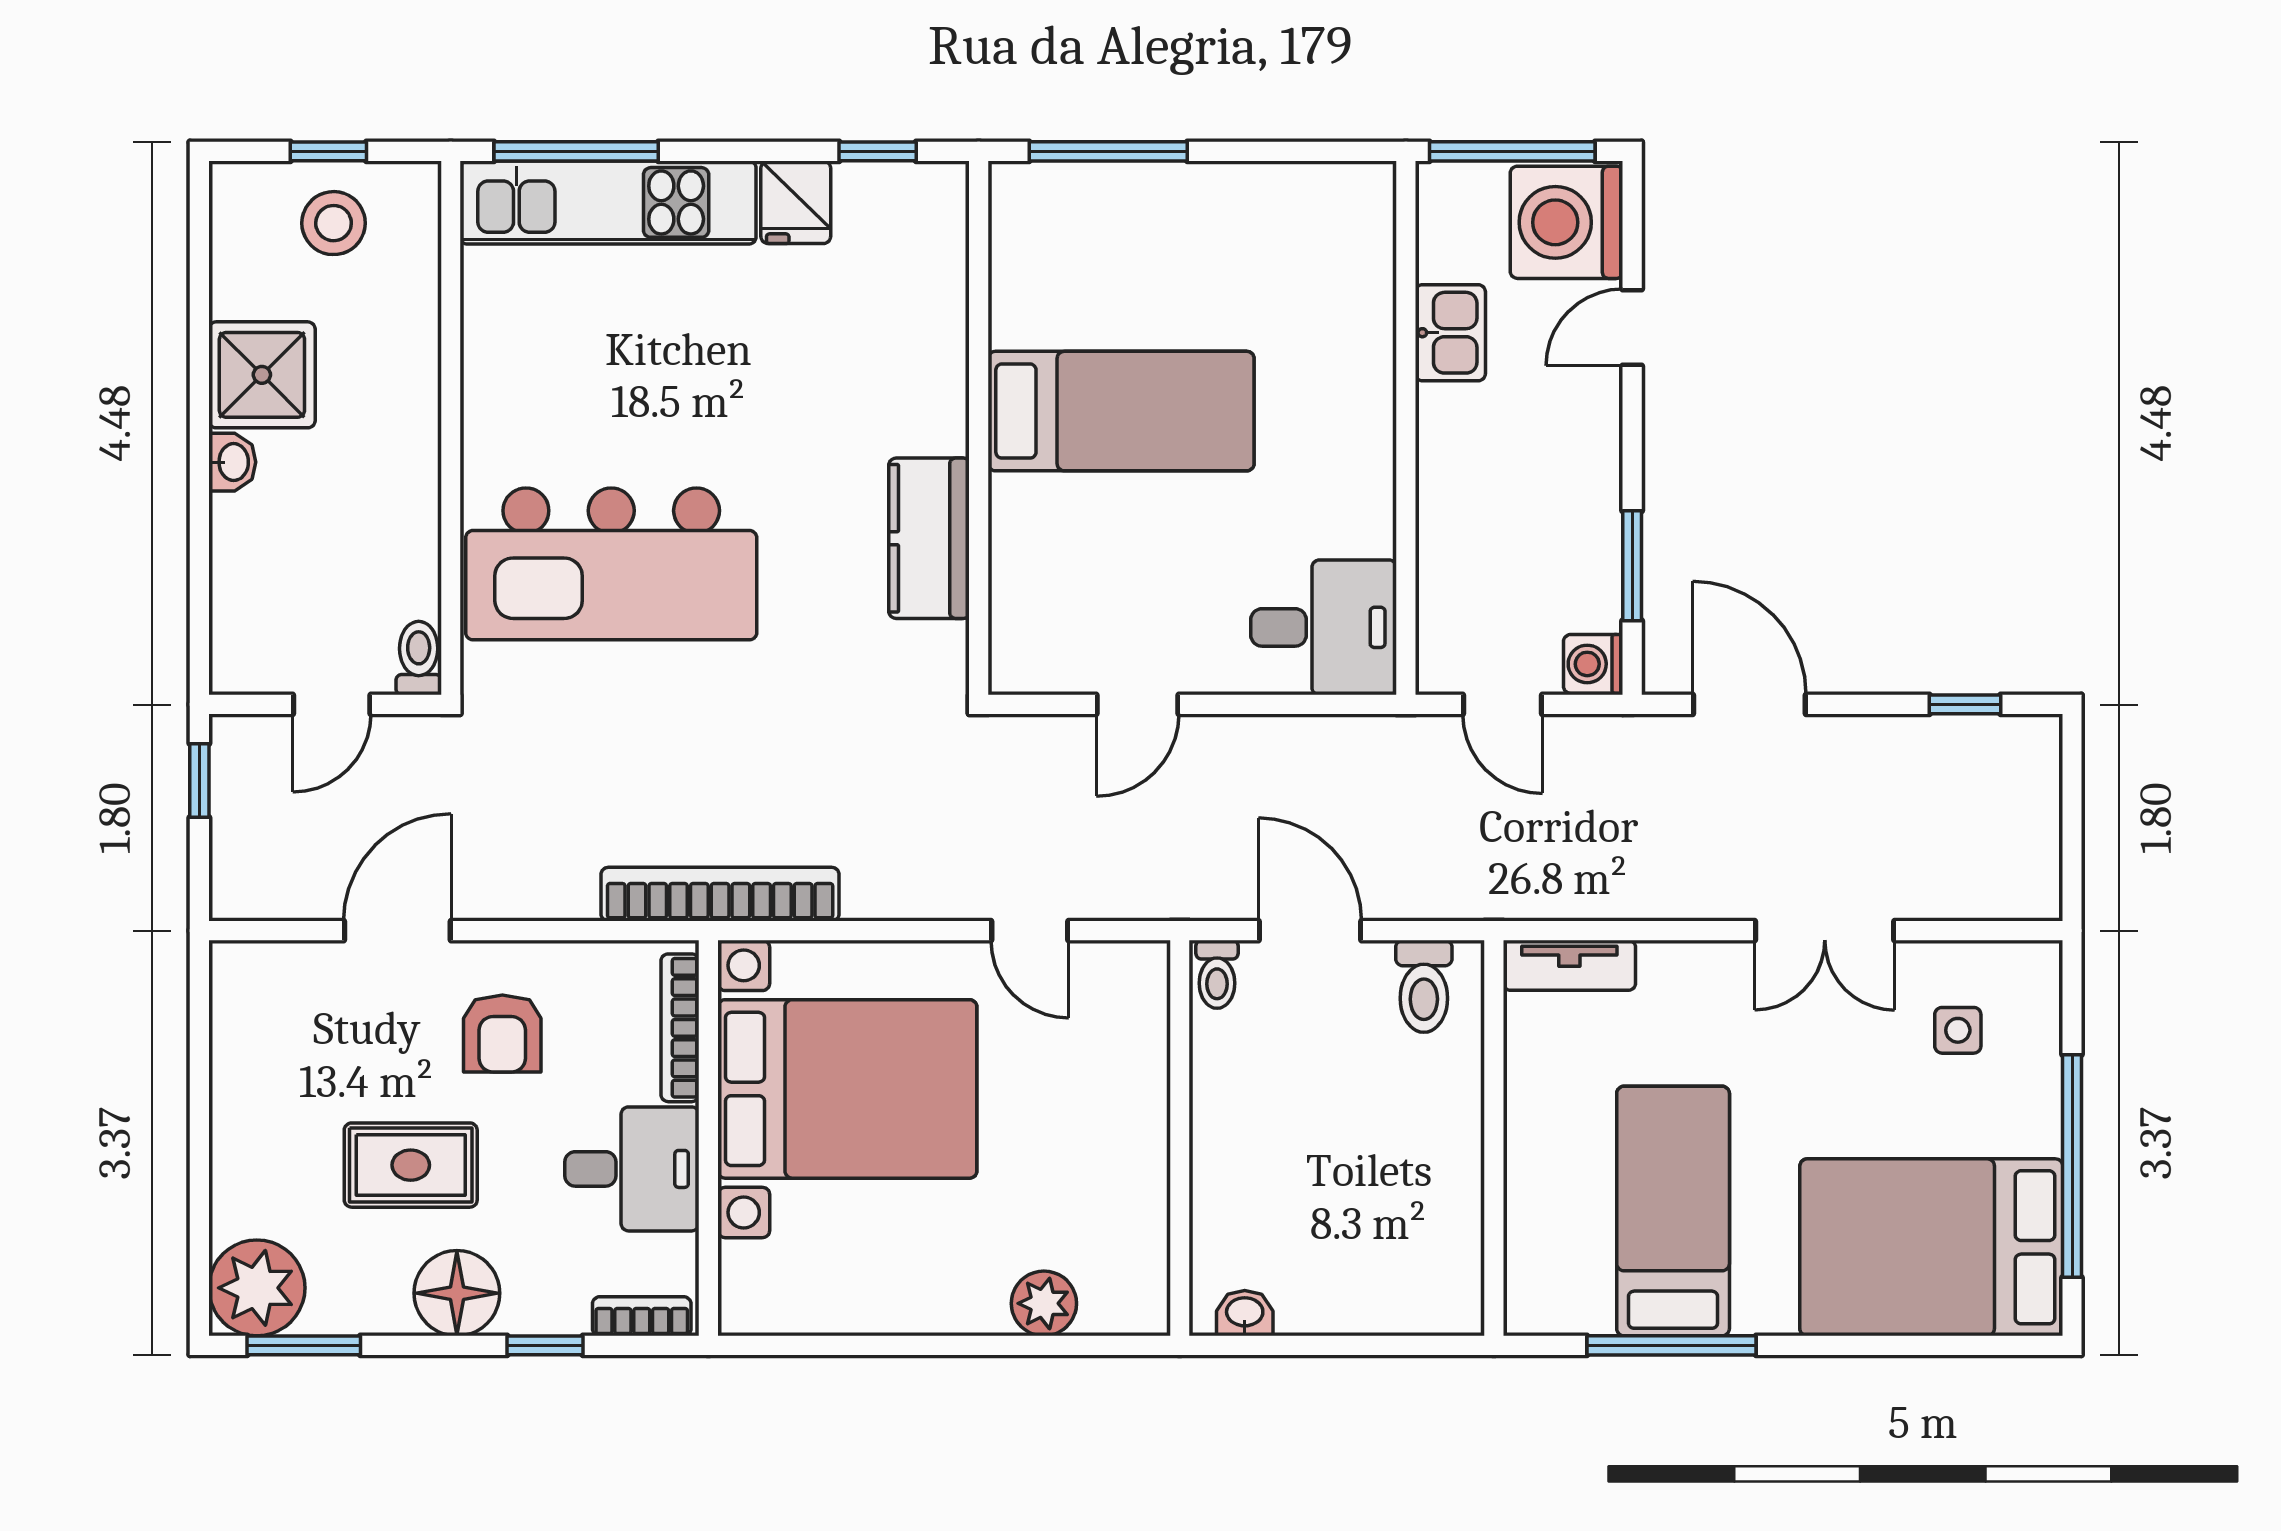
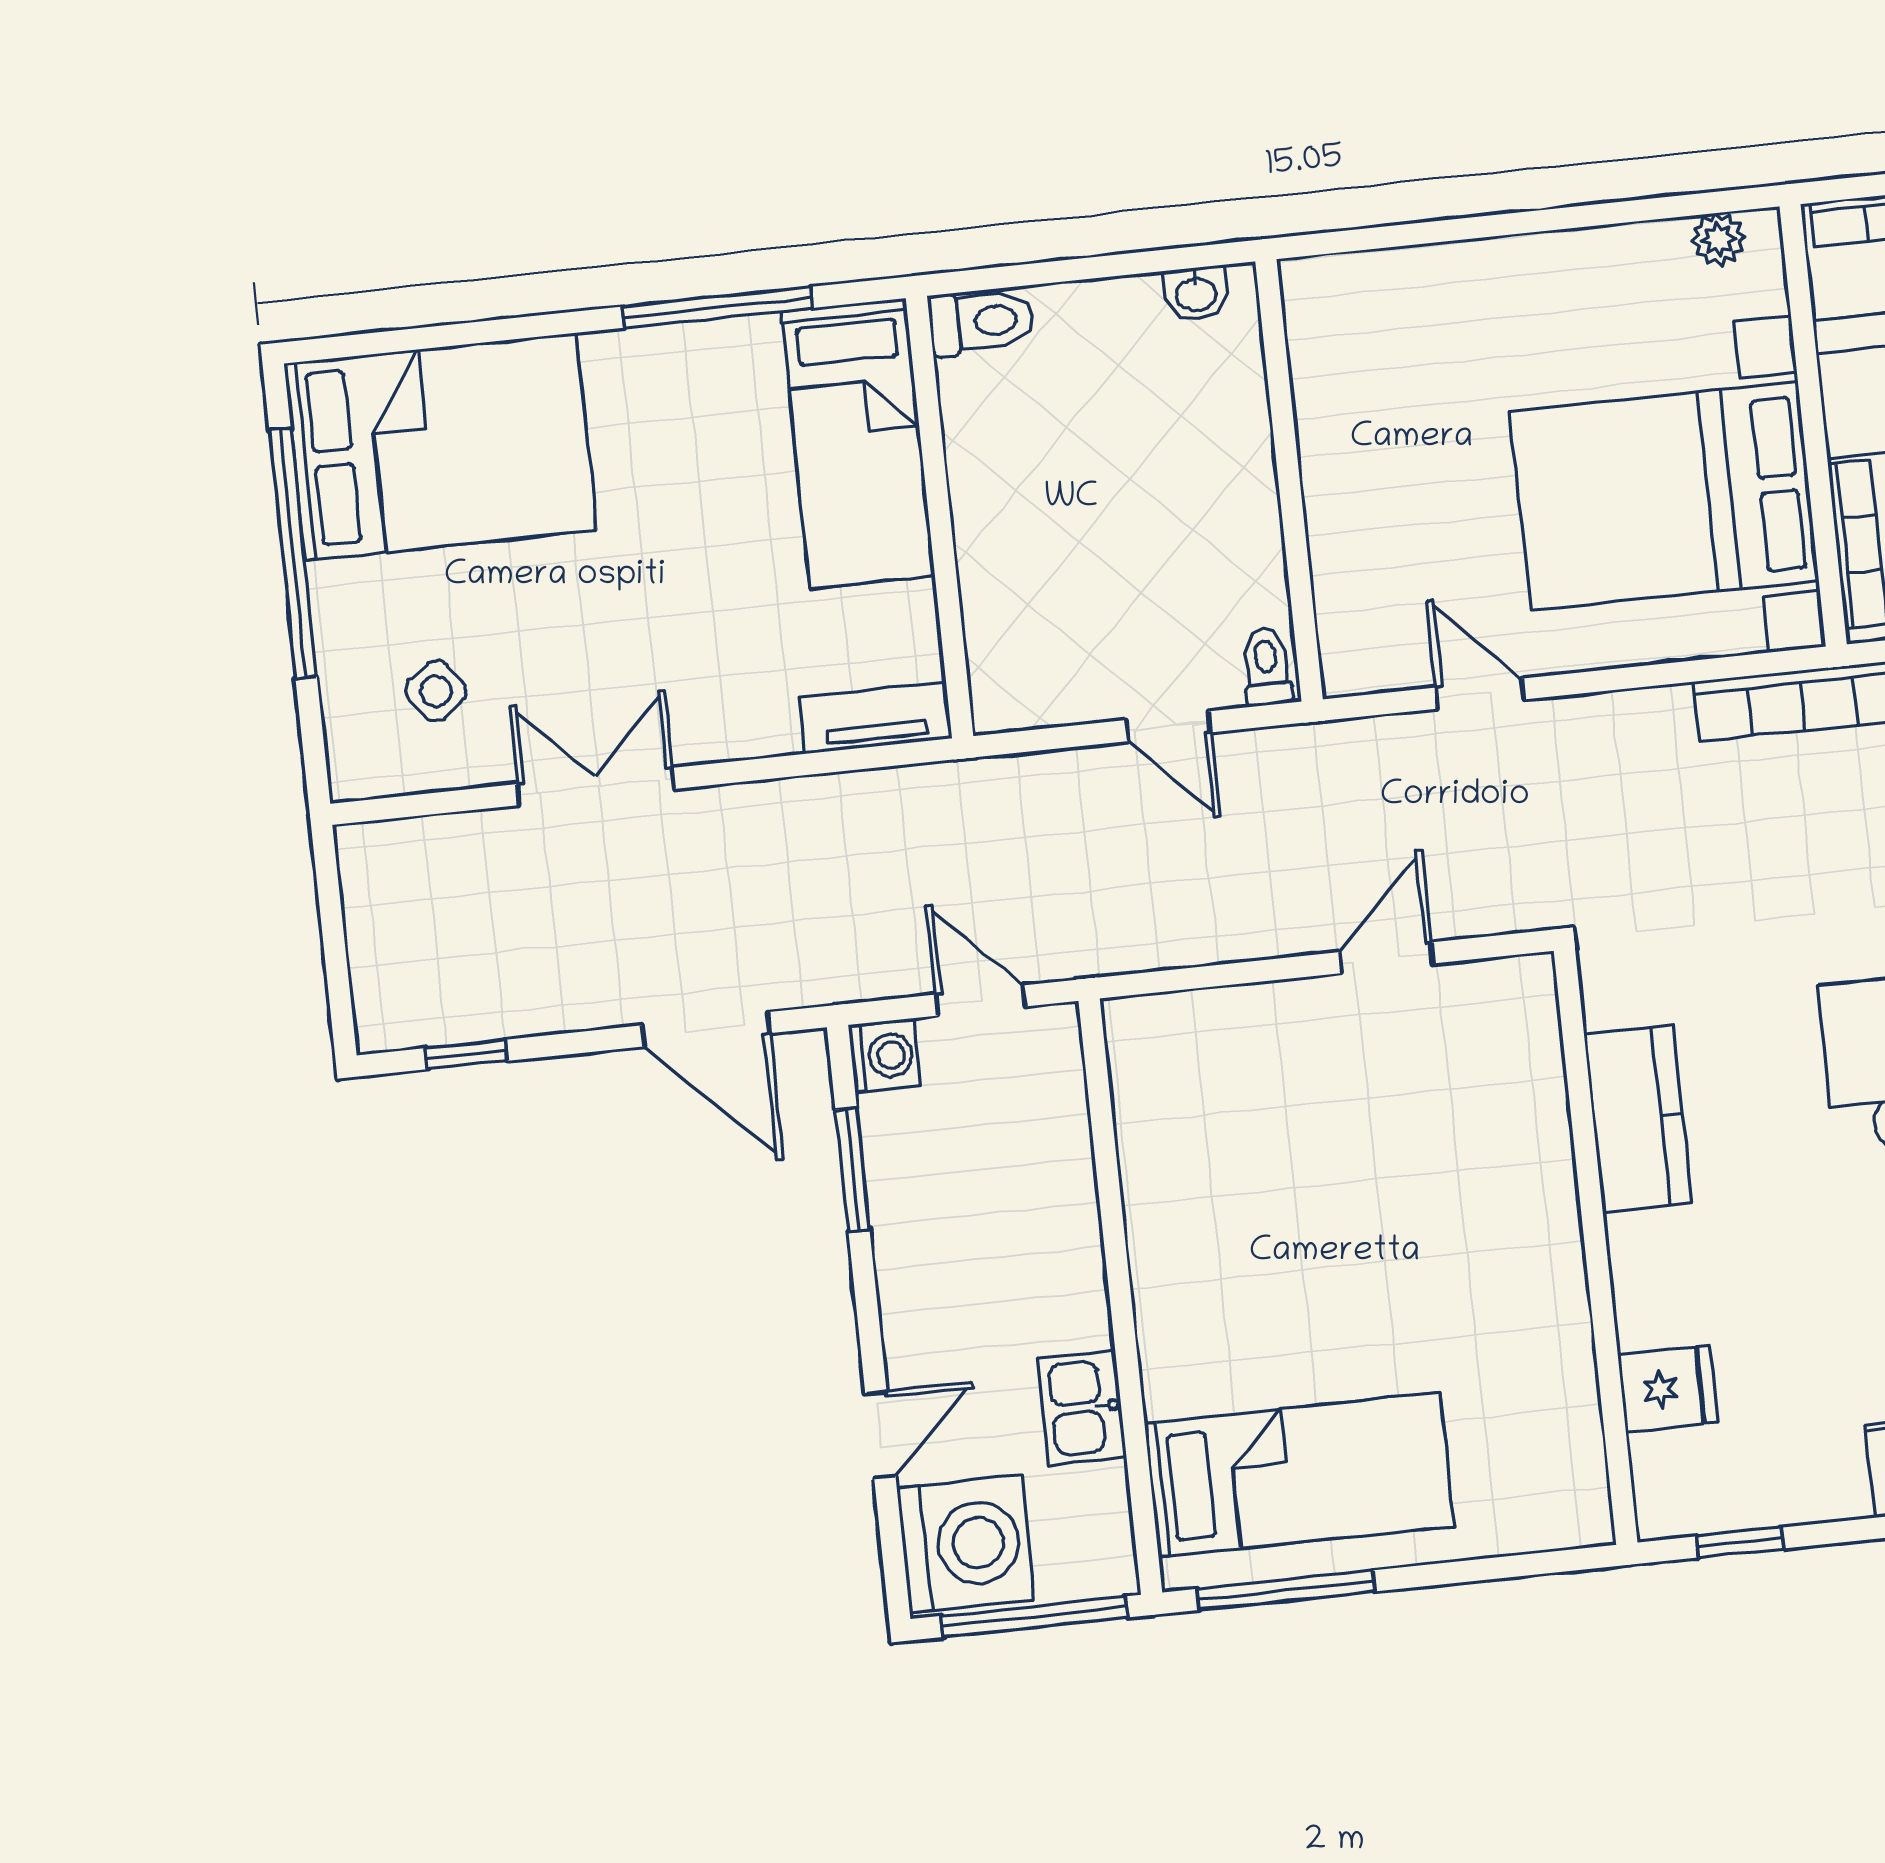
window: (1108, 151) -> (1286, 1590), moved
fridge: (796, 202) -> (1668, 1389), moved, turned 90
bed: (1121, 411) -> (1299, 1475), moved, turned 180
desk: (1324, 627) -> (1188, 1065), removed
door: (1310, 931) -> (1168, 726), width x0.73
toilet: (1424, 986) -> (981, 322), moved, turned 90
side table: (1958, 1030) -> (436, 691), turned -36
bed: (1673, 1211) -> (858, 444), moved
plant: (1044, 1303) -> (1718, 239), moved, width x0.73, depth x0.73

